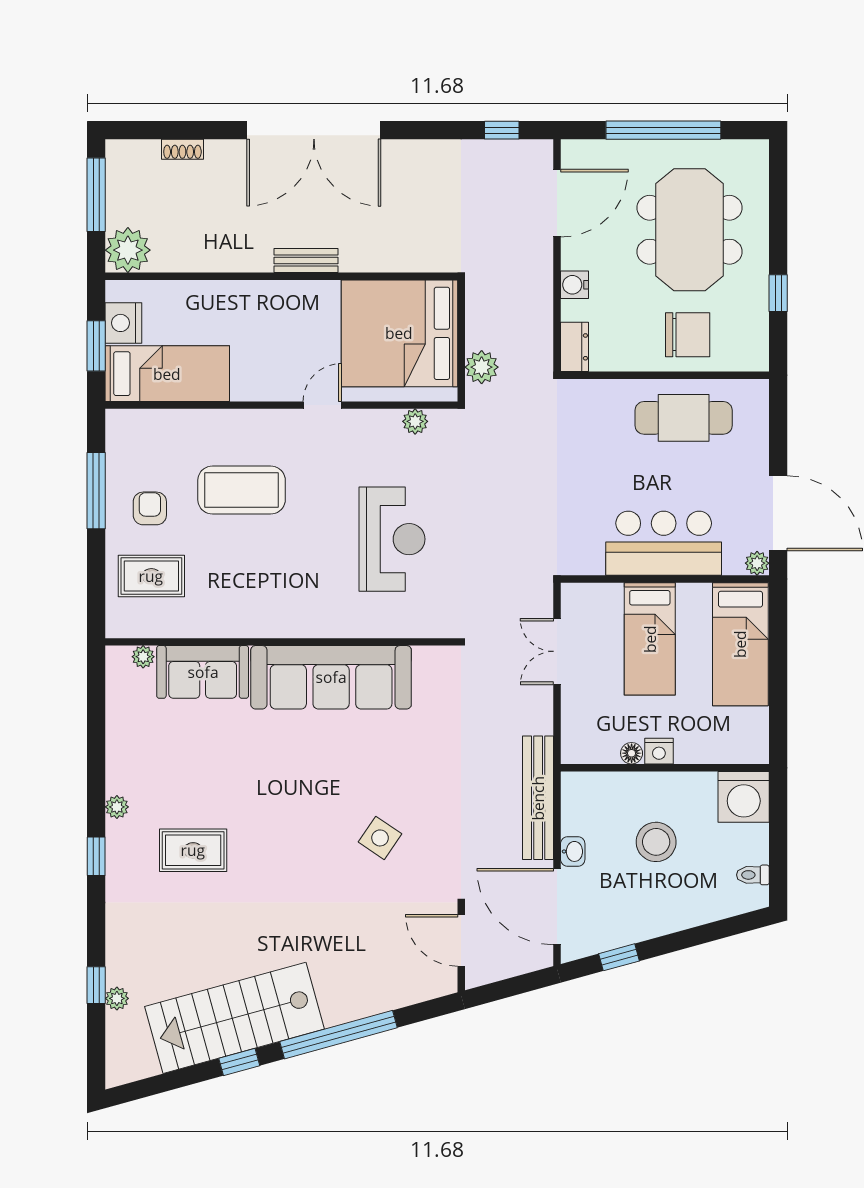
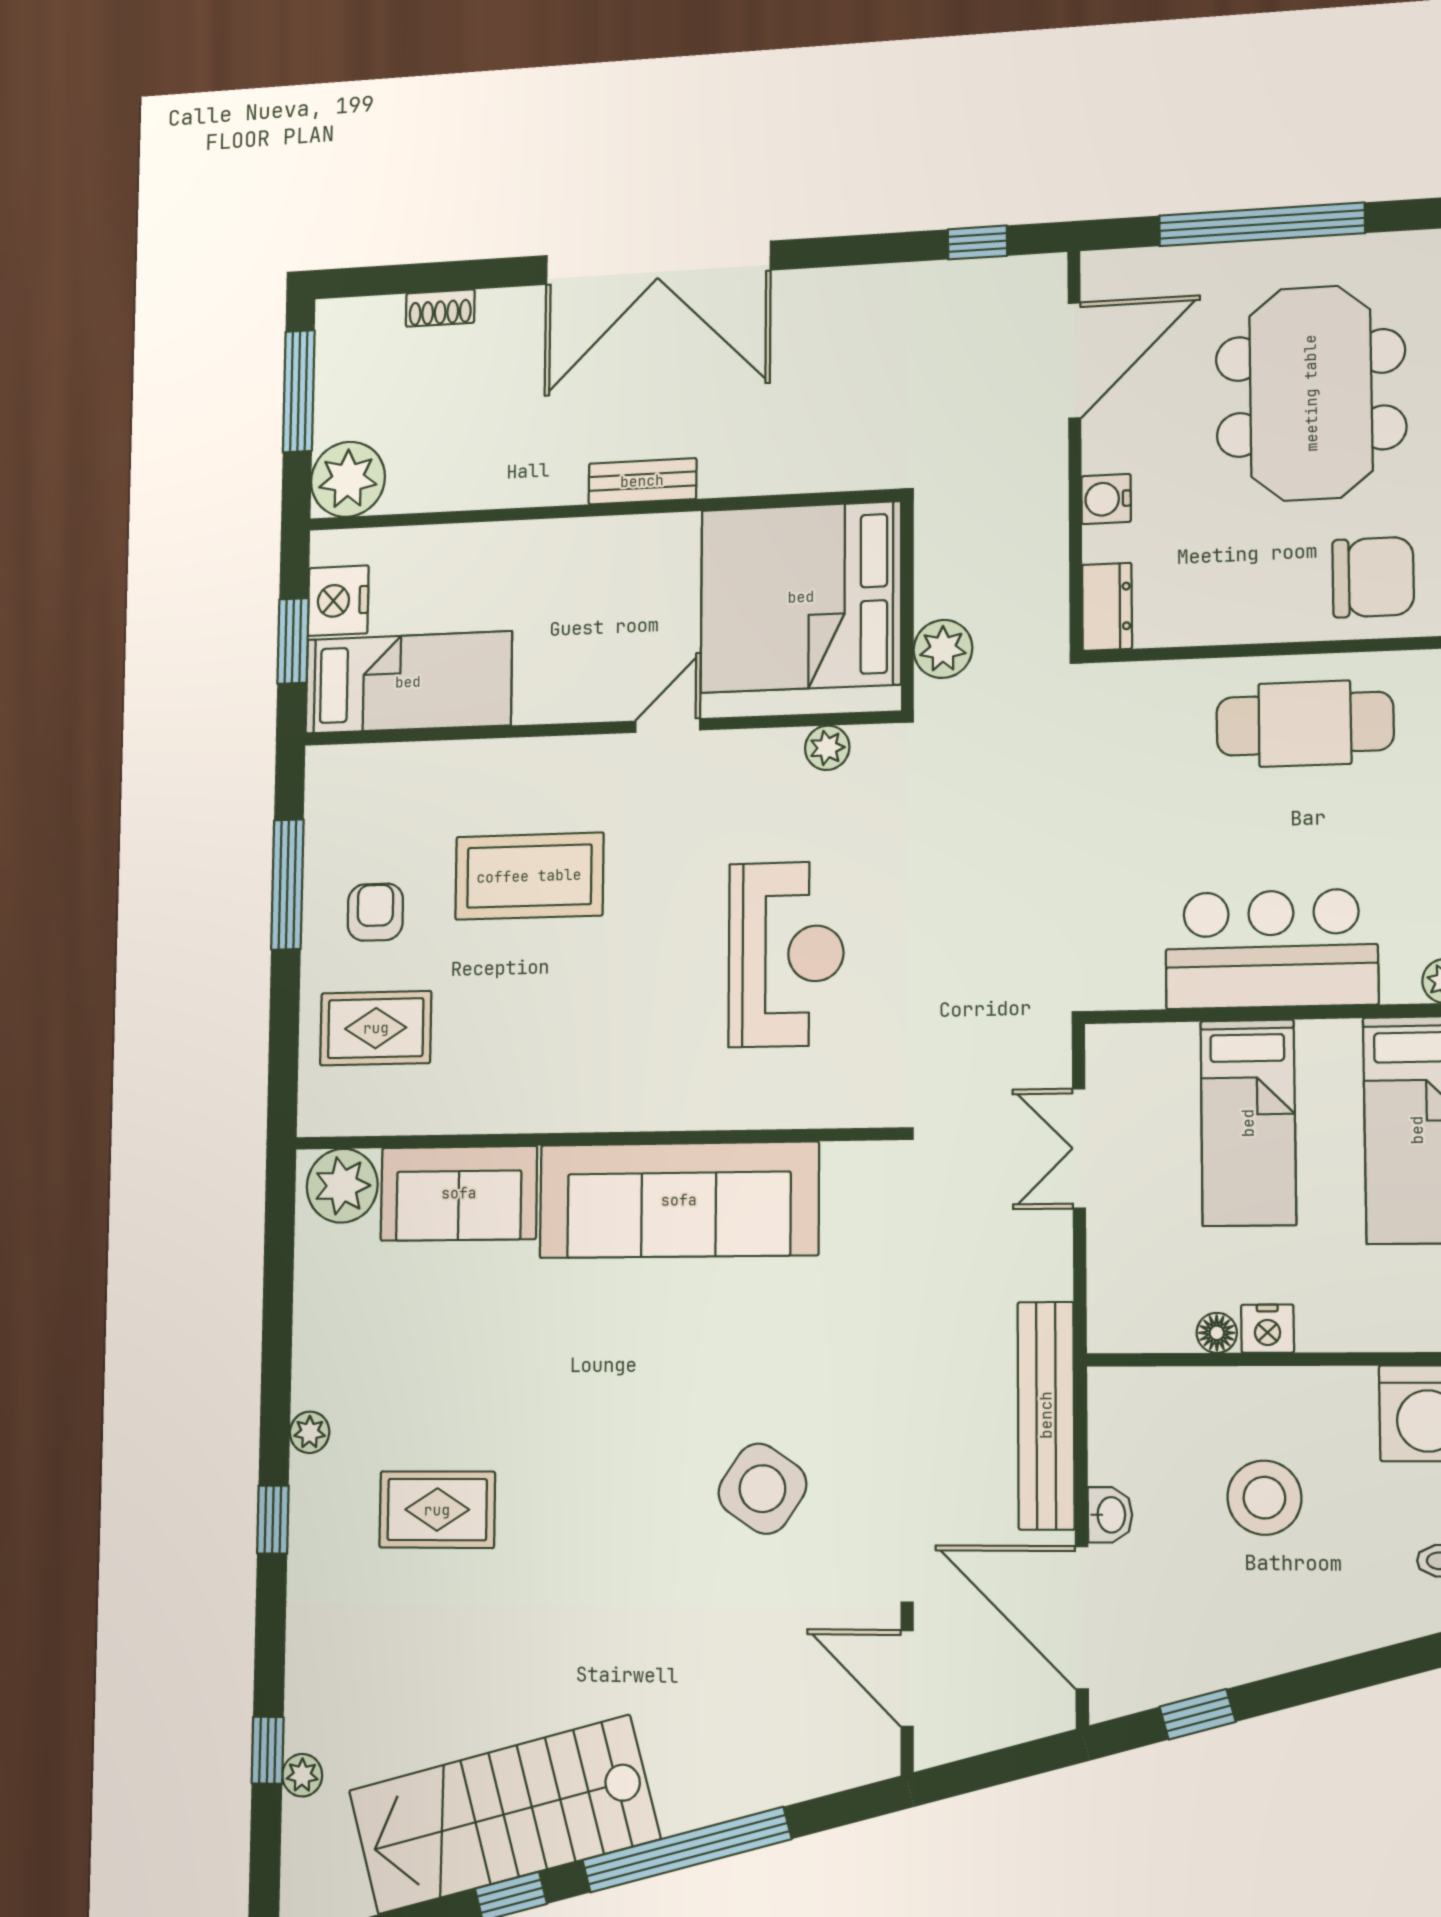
chair: (688, 335) -> (1373, 577), moved
plant: (143, 657) -> (342, 1186), width x1.87, depth x1.87
side table: (380, 838) -> (762, 1489), width x1.37, depth x1.37

